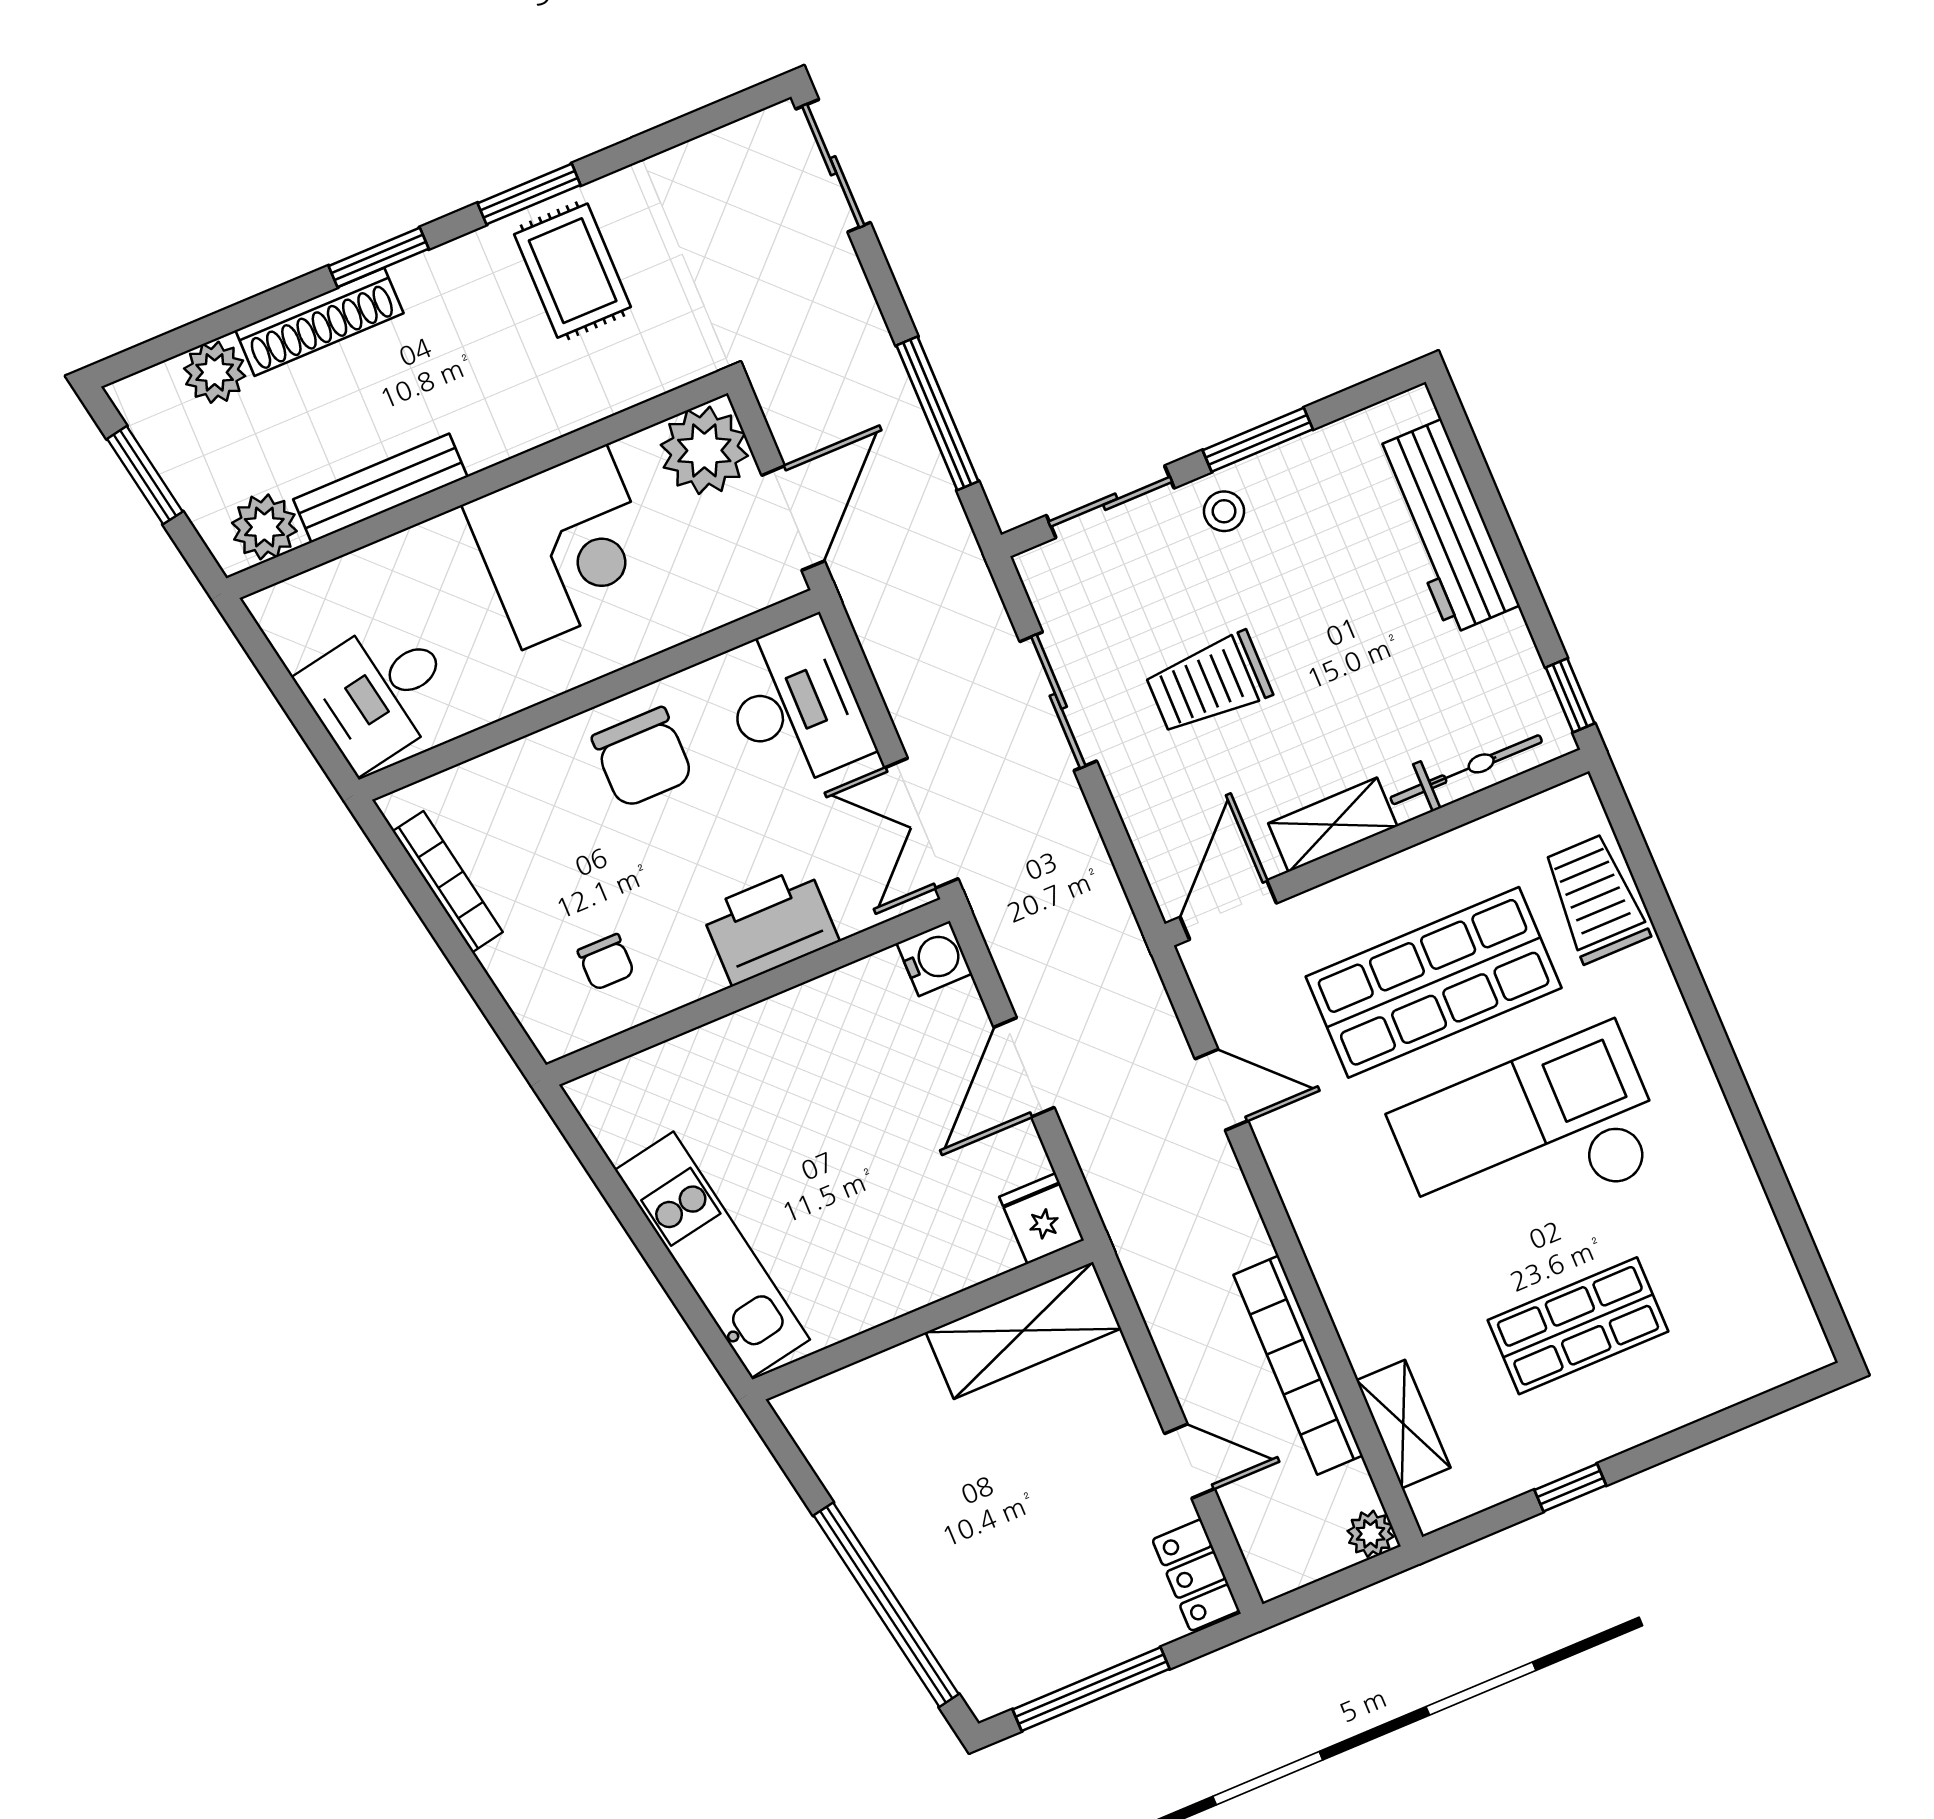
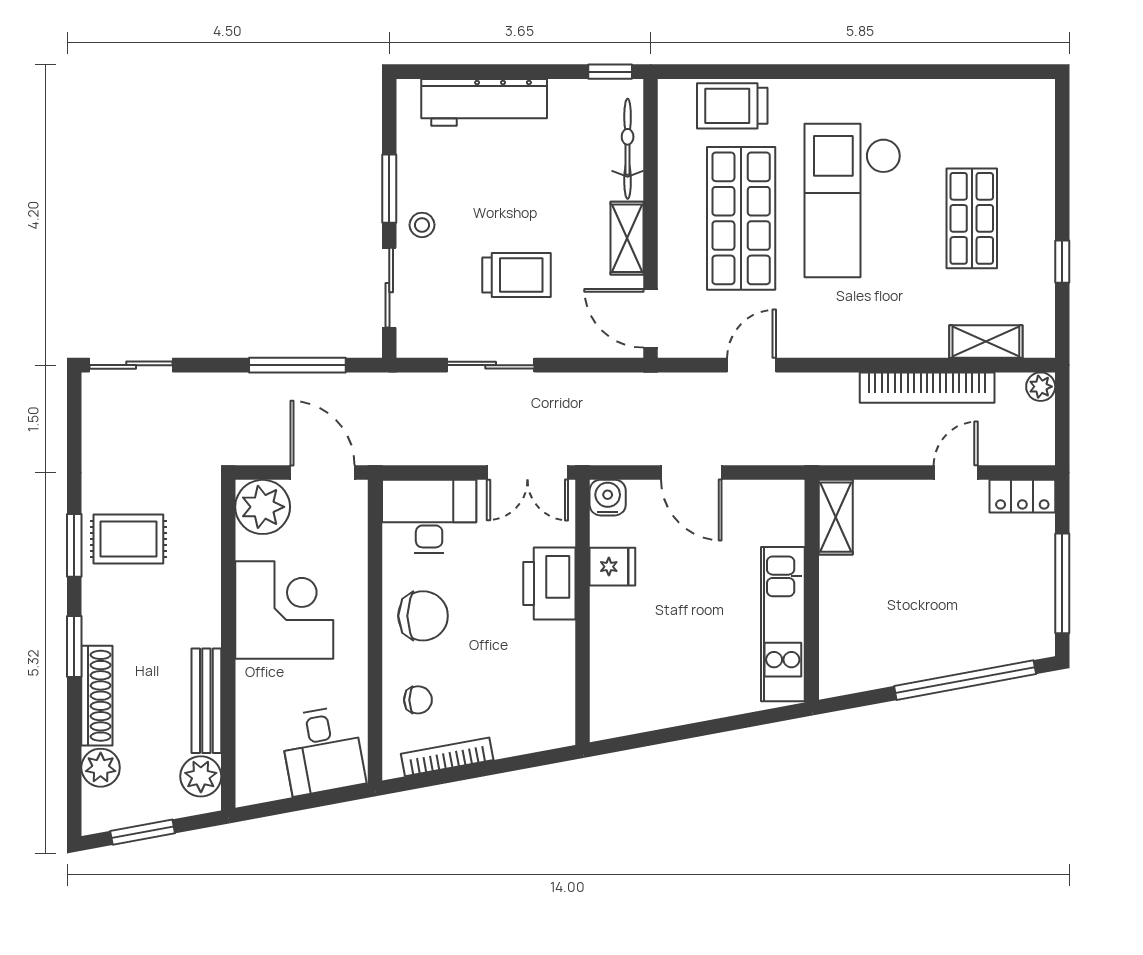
trolley: (1209, 683) -> (516, 275), turned -90
chair: (606, 962) -> (418, 700), moved
fridge: (1042, 1218) -> (612, 567), moved, turned 180
kitchen unit: (712, 1255) -> (783, 624), moved, turned -80
shelving: (1023, 1330) -> (836, 517), width x0.67, depth x0.75

